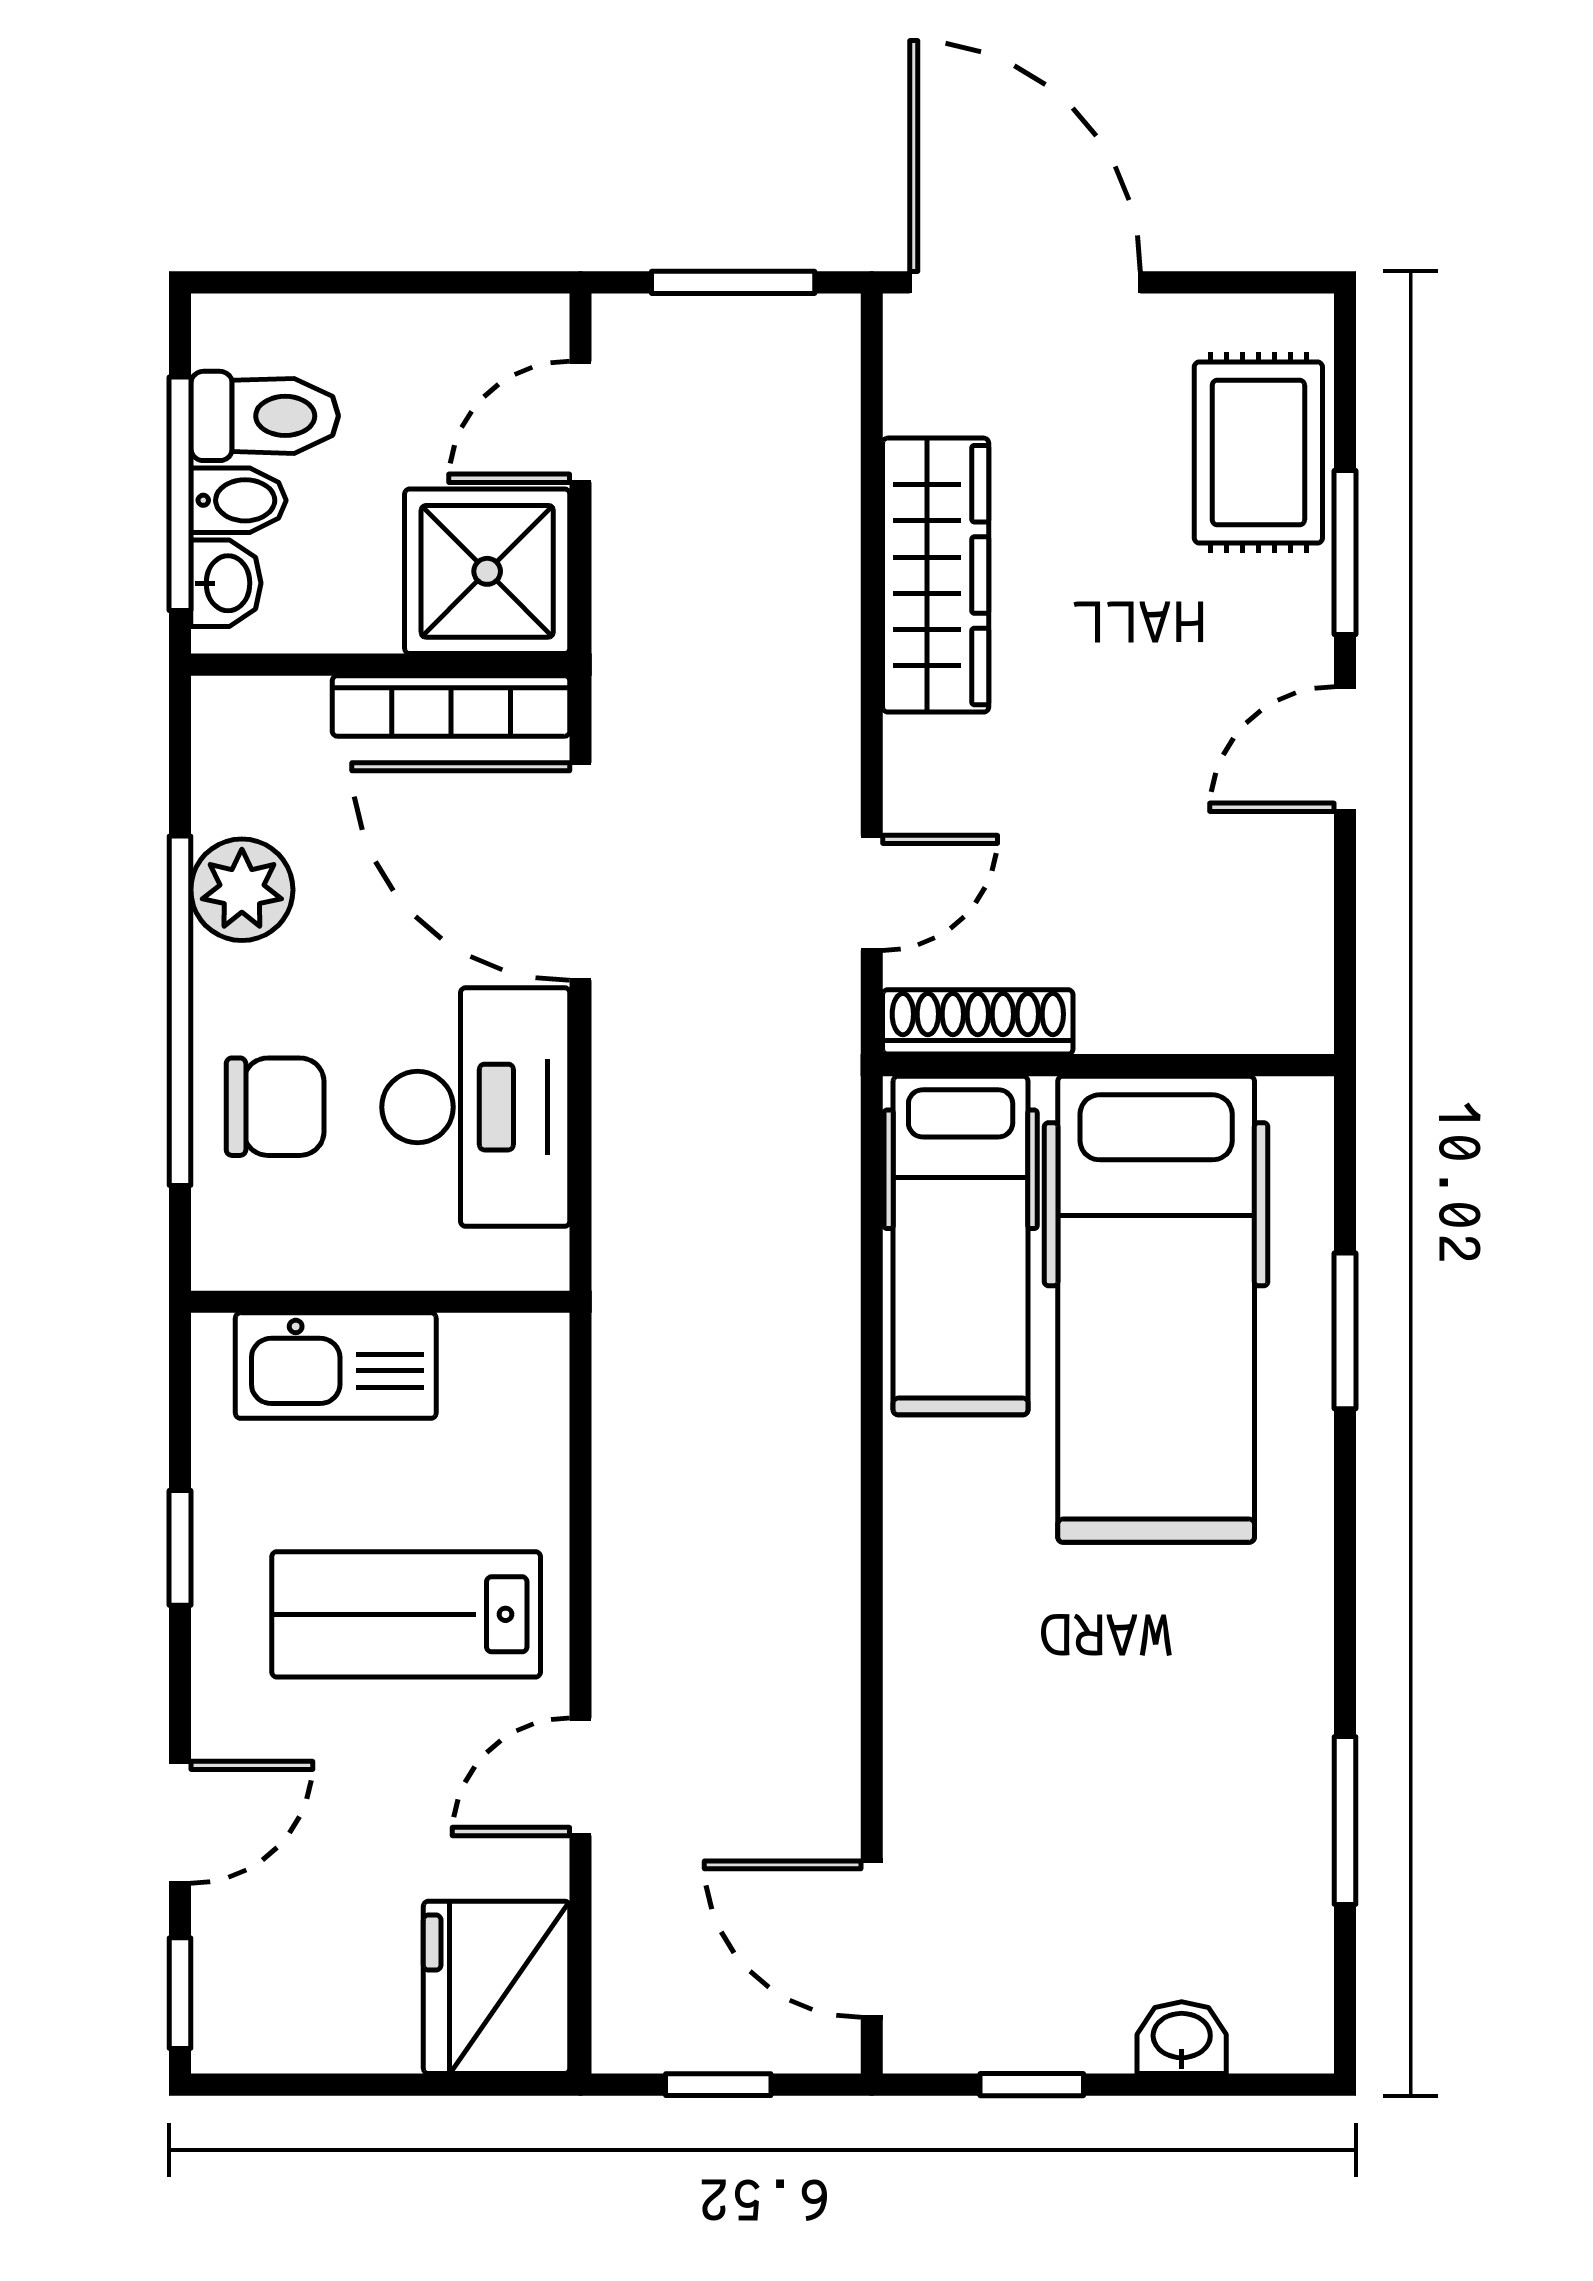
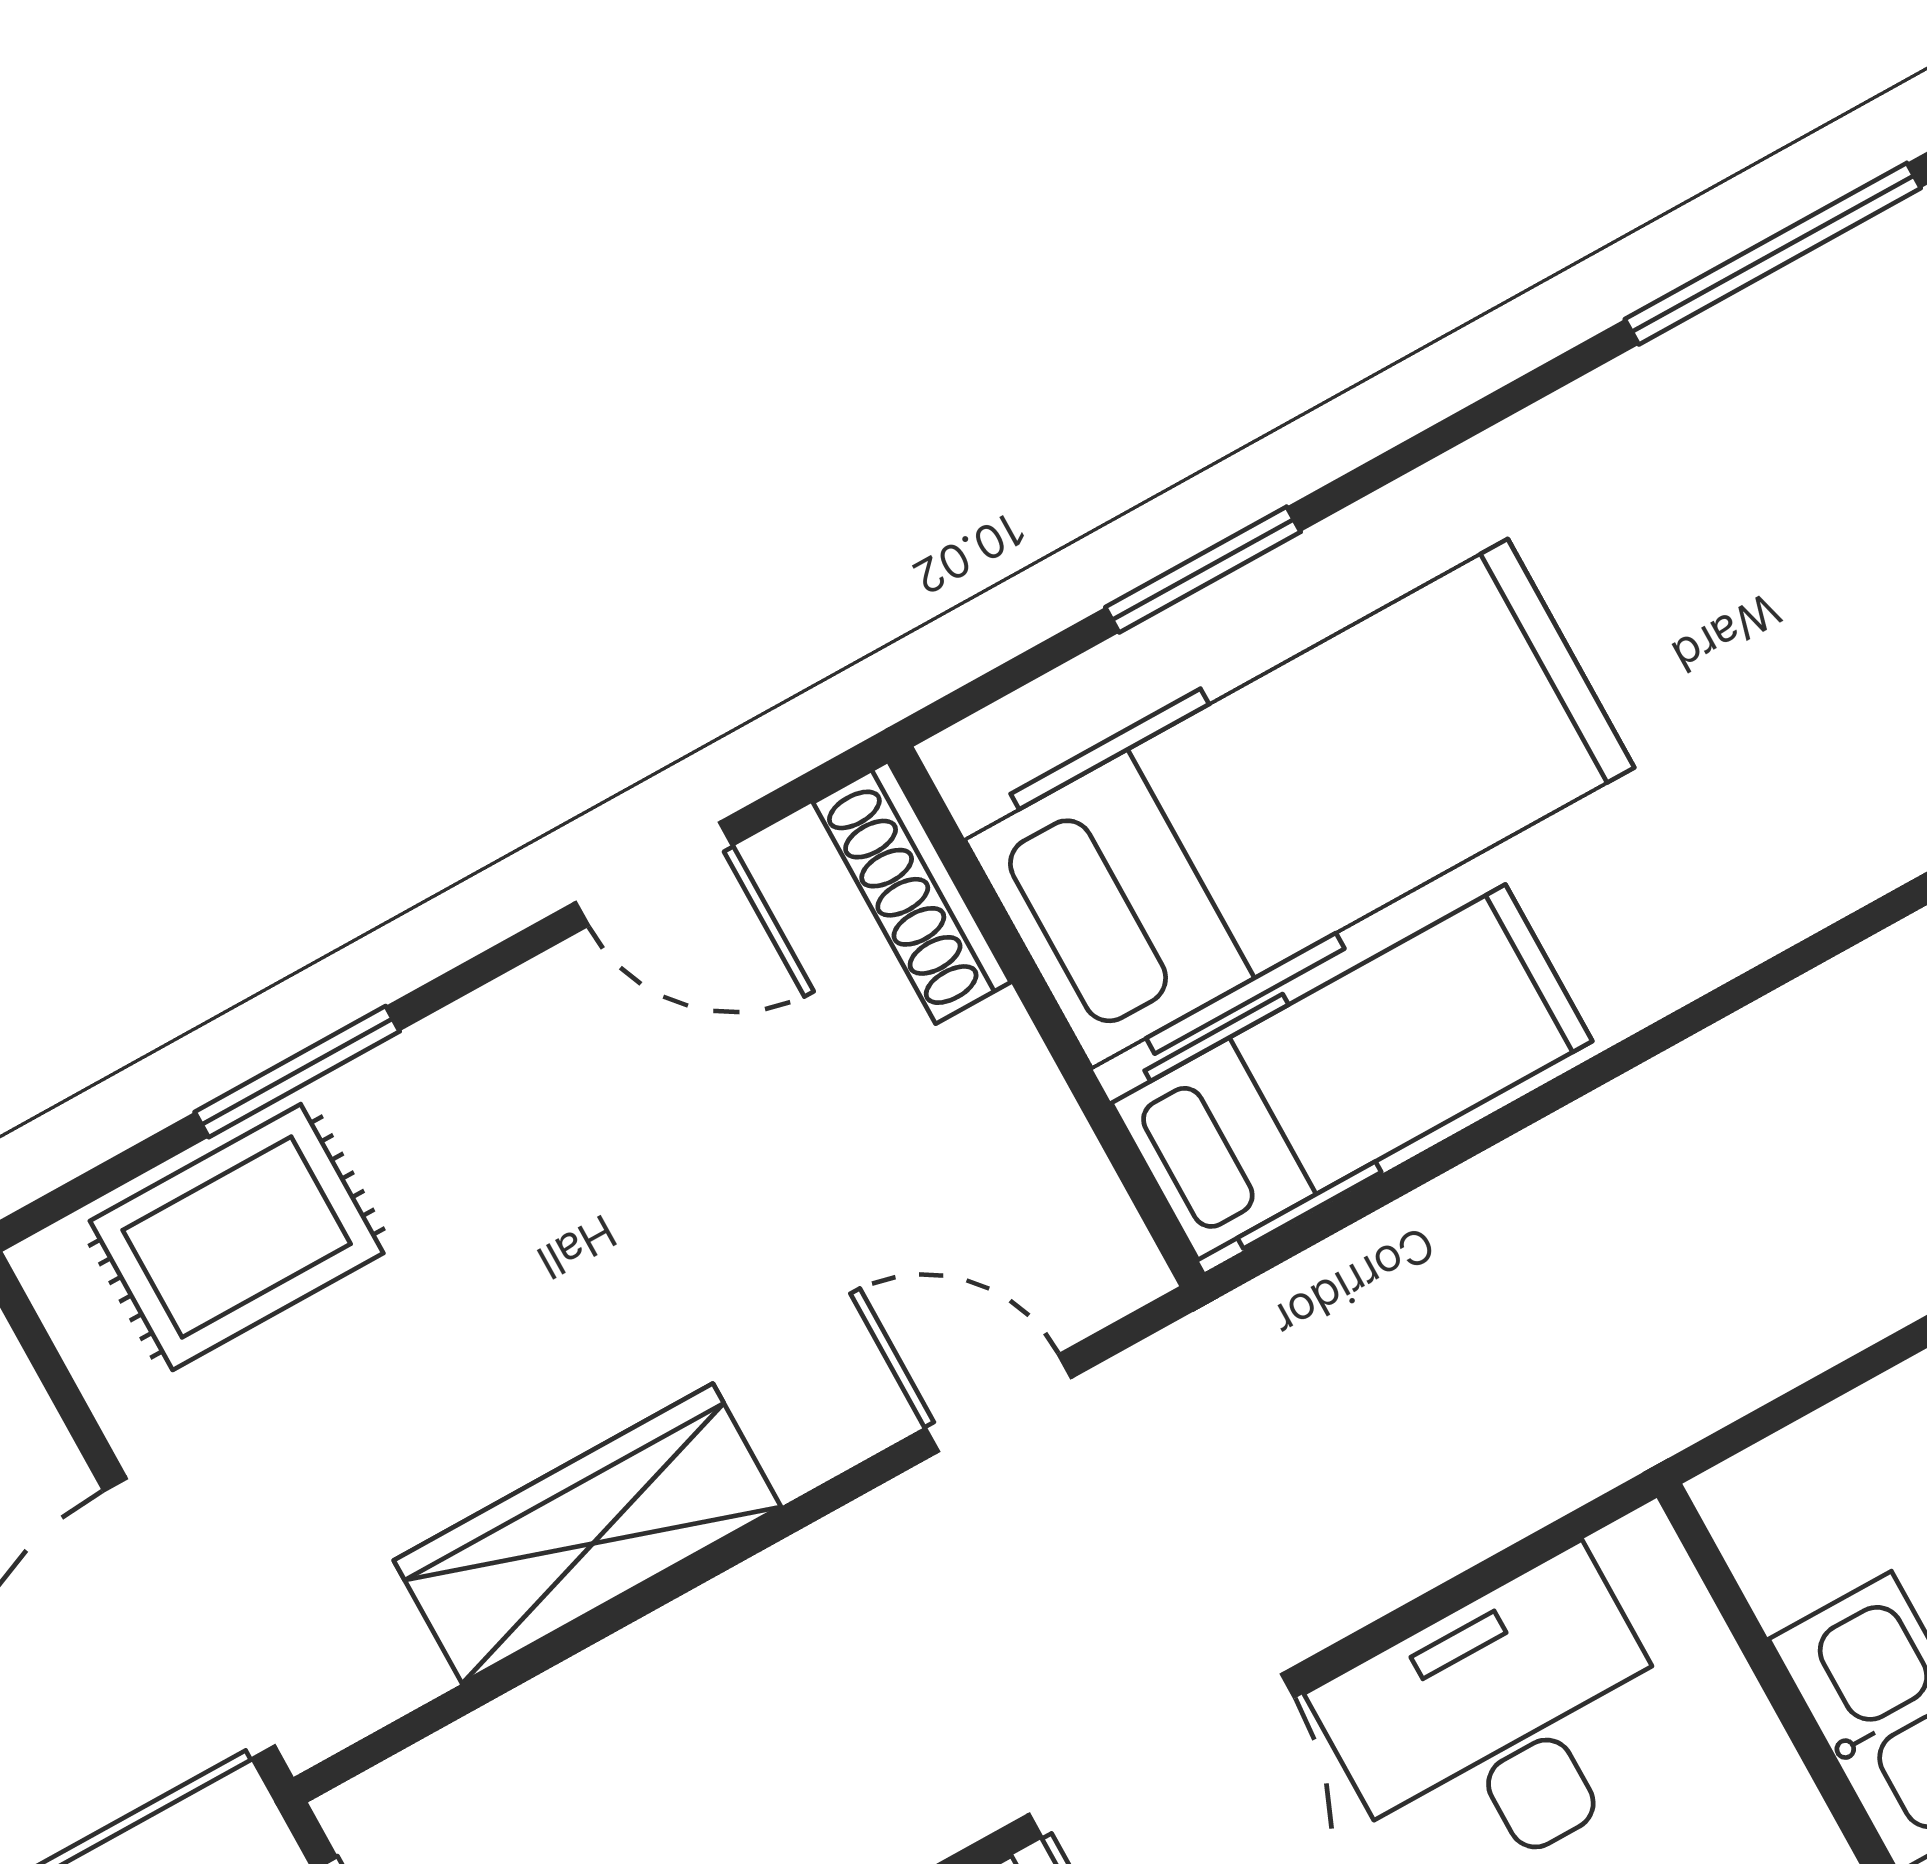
door: (1345, 749) -> (654, 874), moved
shoe rack: (978, 1022) -> (912, 892), moved
window: (1345, 1820) -> (1773, 254), width x1.44

